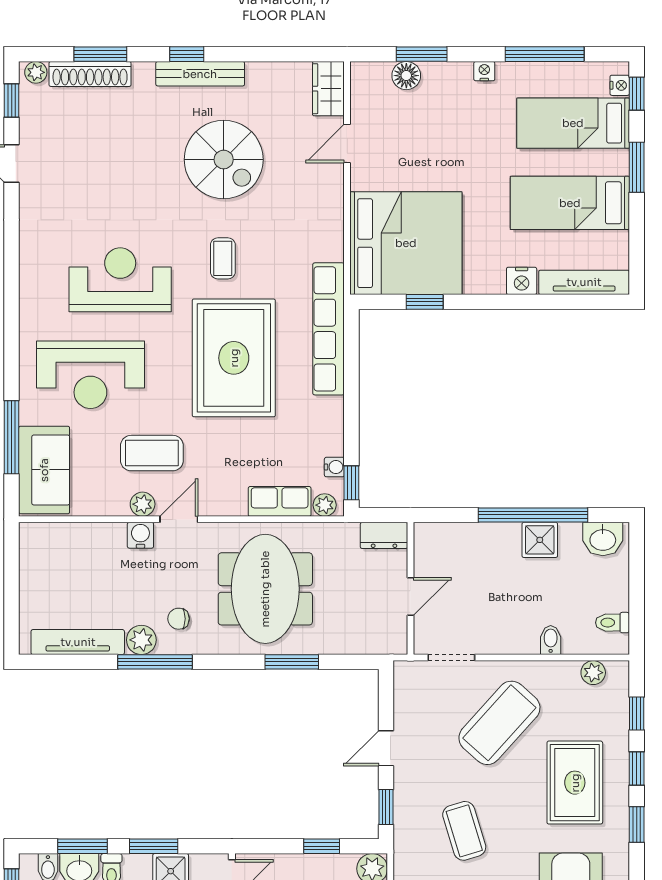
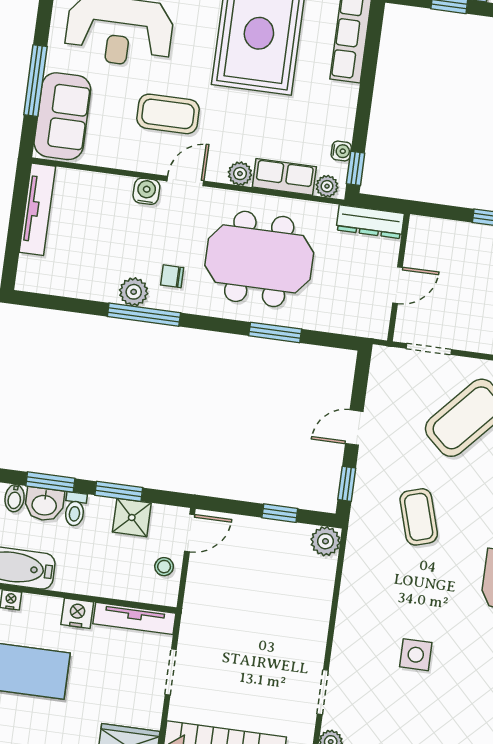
plant: (143, 504) -> (240, 174), moved
dresser: (384, 535) -> (370, 222), width x1.44
meeting table: (265, 589) -> (259, 259), turned 90
tv unit: (78, 642) -> (37, 209), moved, turned 90

